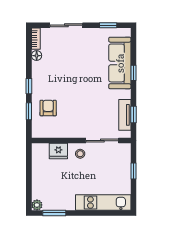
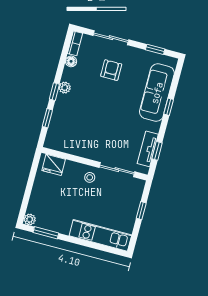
plant: (37, 80) -> (65, 88), added
armchair: (48, 108) -> (111, 70), moved
fridge: (58, 151) -> (54, 165), moved

